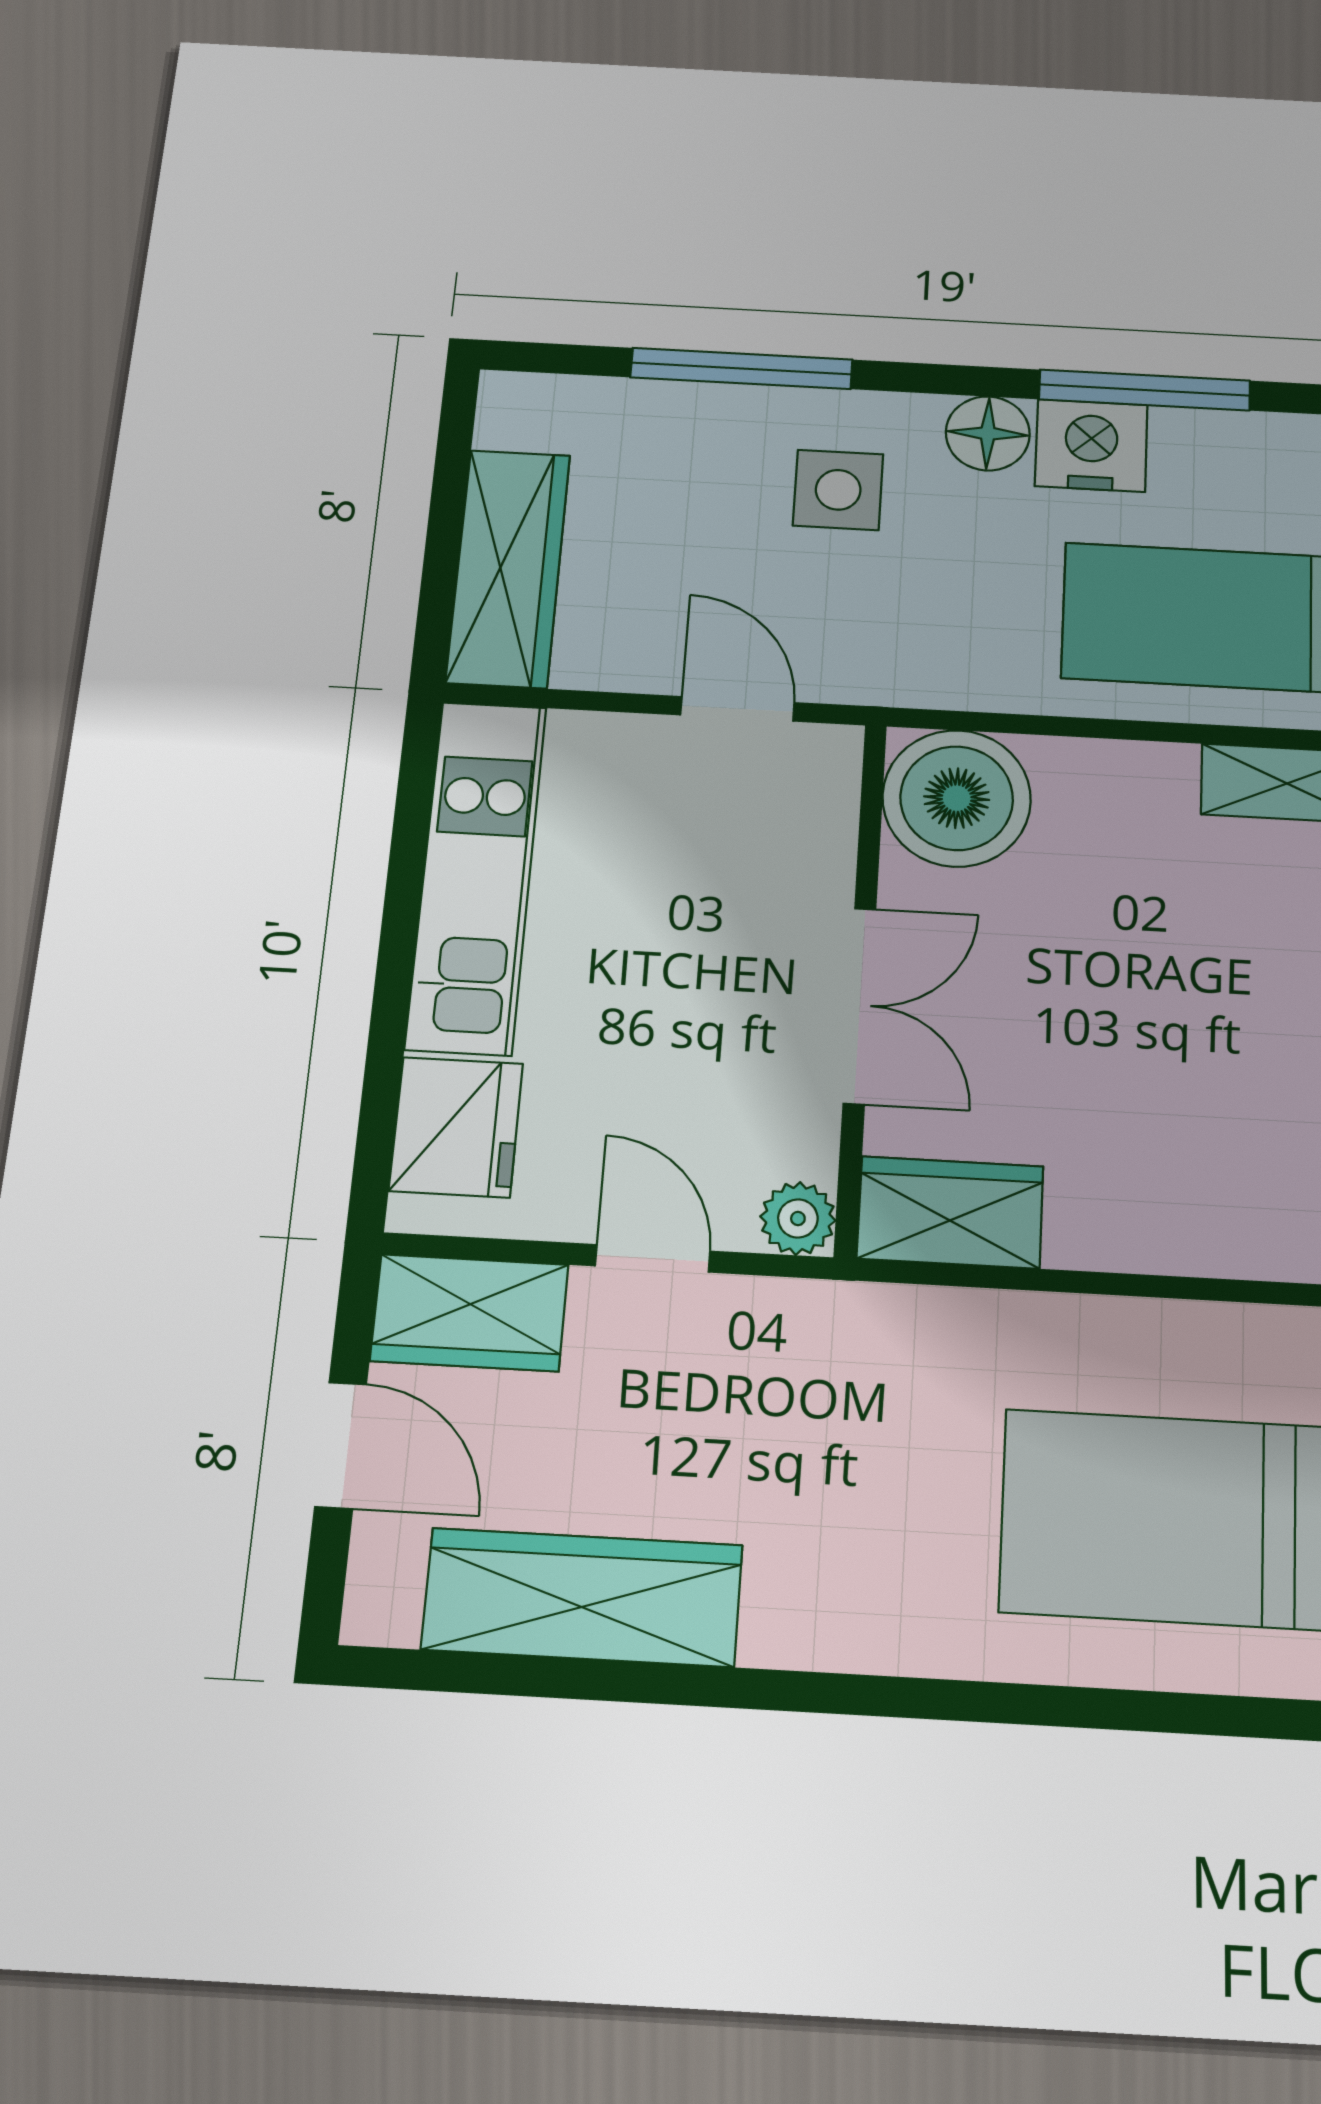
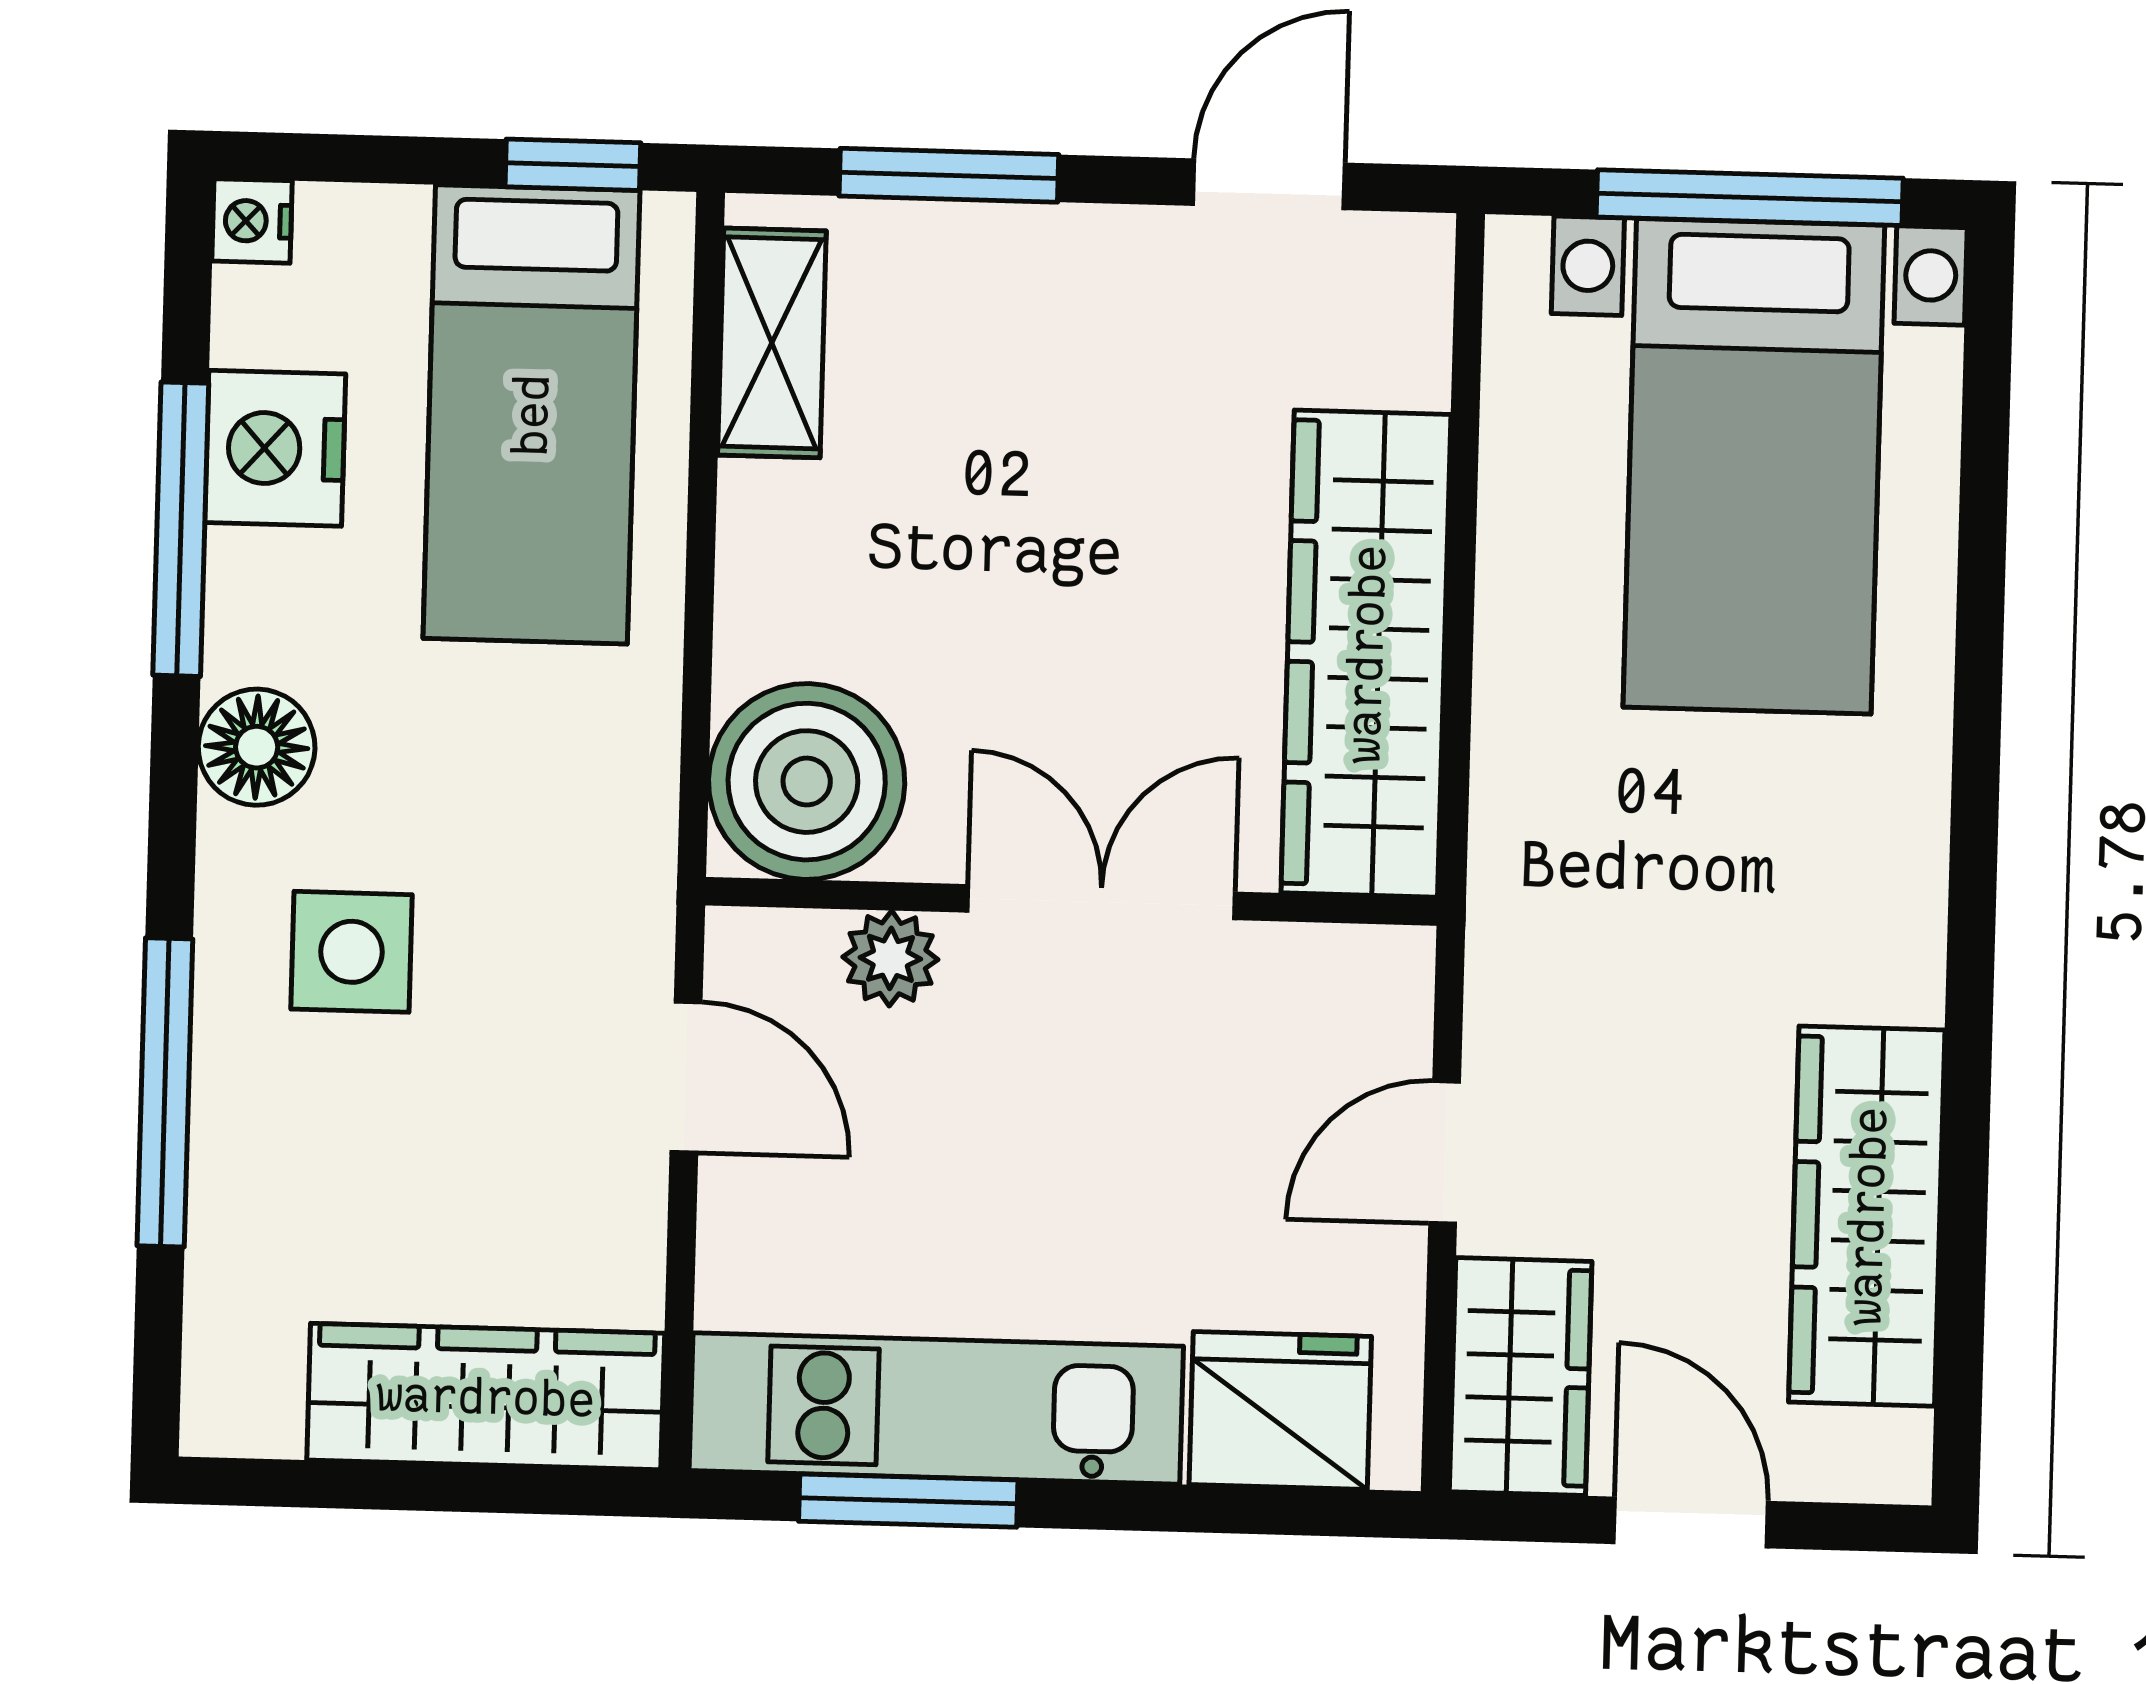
nightstand: (1091, 445) -> (275, 448), moved
door: (737, 709) -> (686, 1077), swing flipped
window: (408, 854) -> (908, 1501), added
wardrobe: (950, 1212) -> (1366, 654), width x2.10, depth x1.17
plant: (798, 1218) -> (890, 958), moved
door: (341, 1445) -> (1691, 1522), hinge flipped

